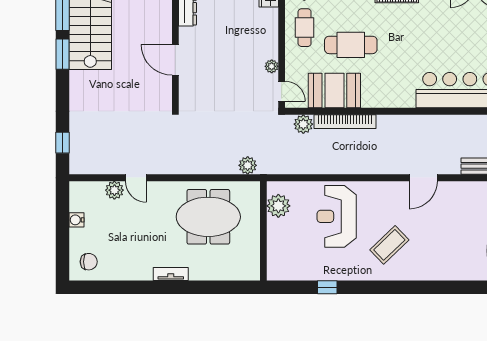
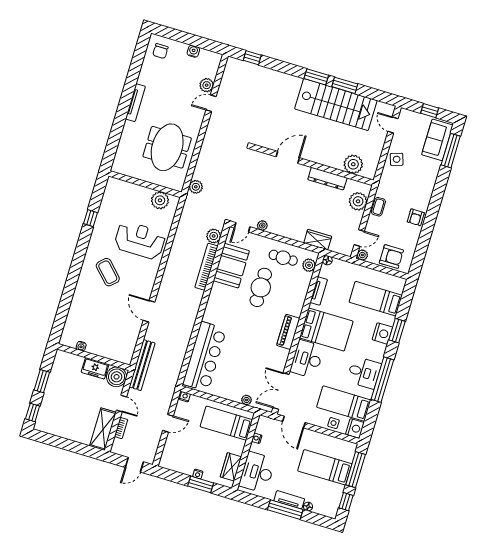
tv unit: (171, 274) -> (135, 103), width x1.41

